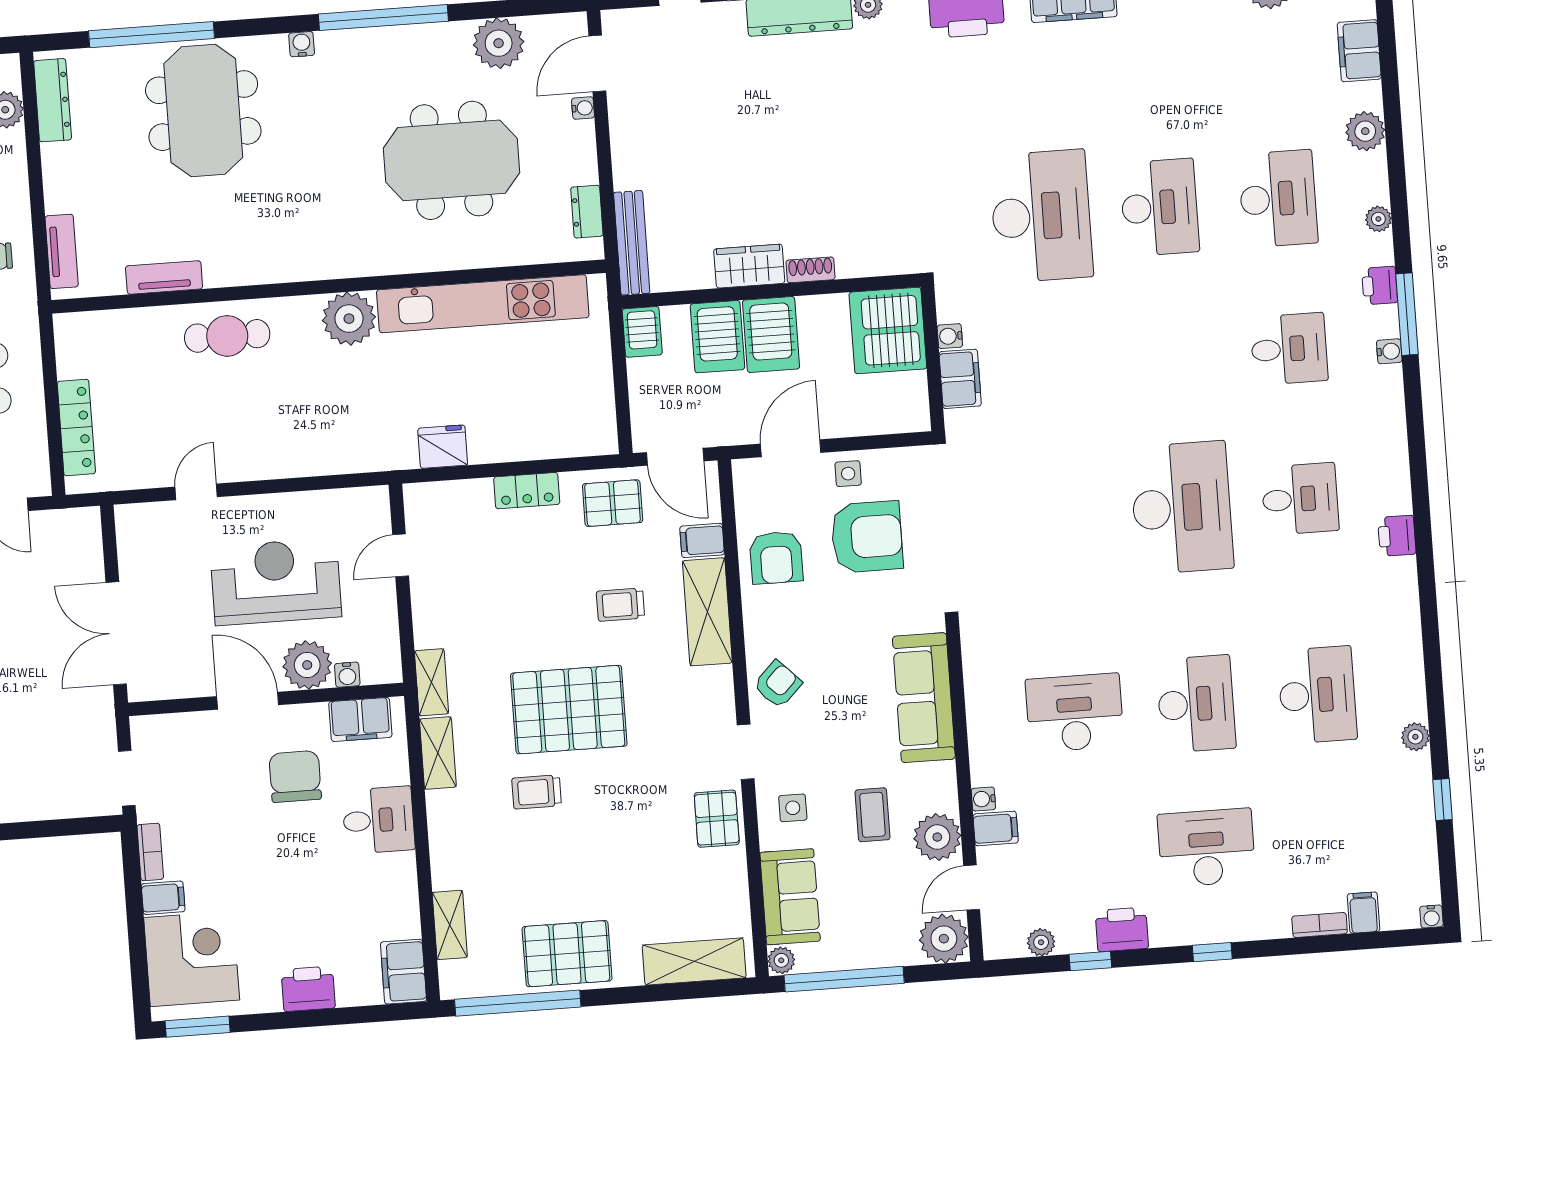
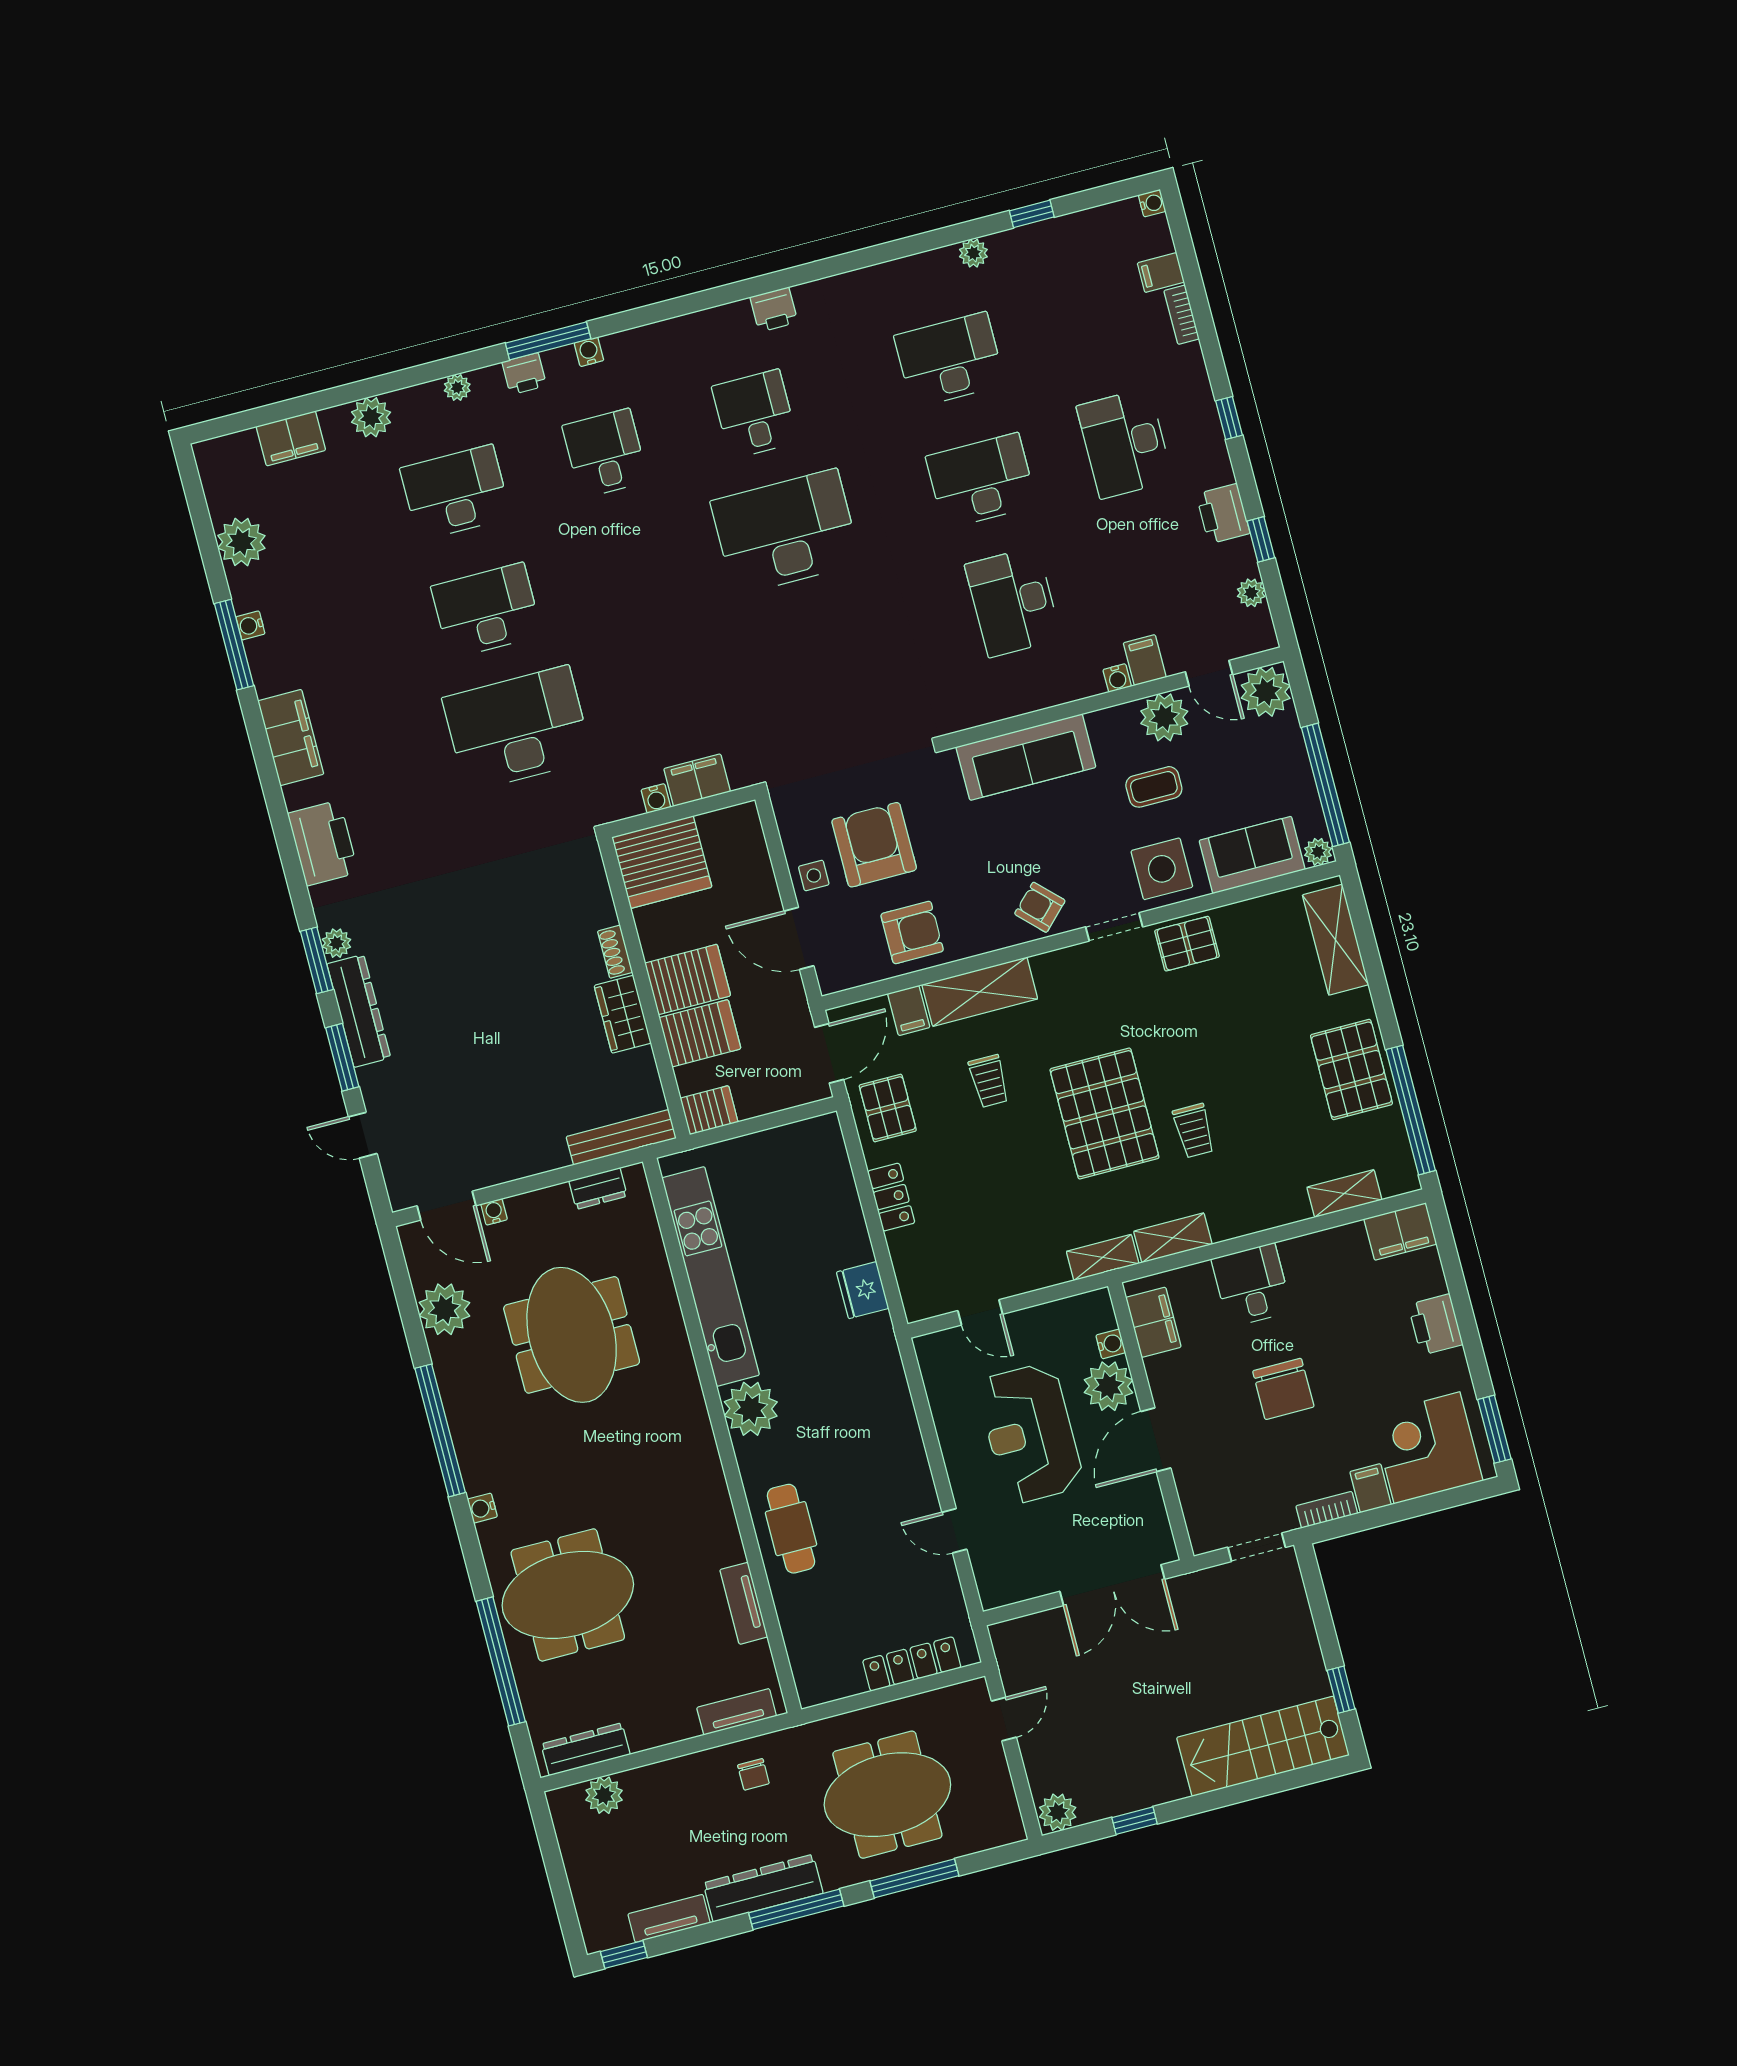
chair: (295, 776) -> (1283, 1389), moved, turned -90
side table: (793, 808) -> (1162, 869), width x1.87, depth x1.87

